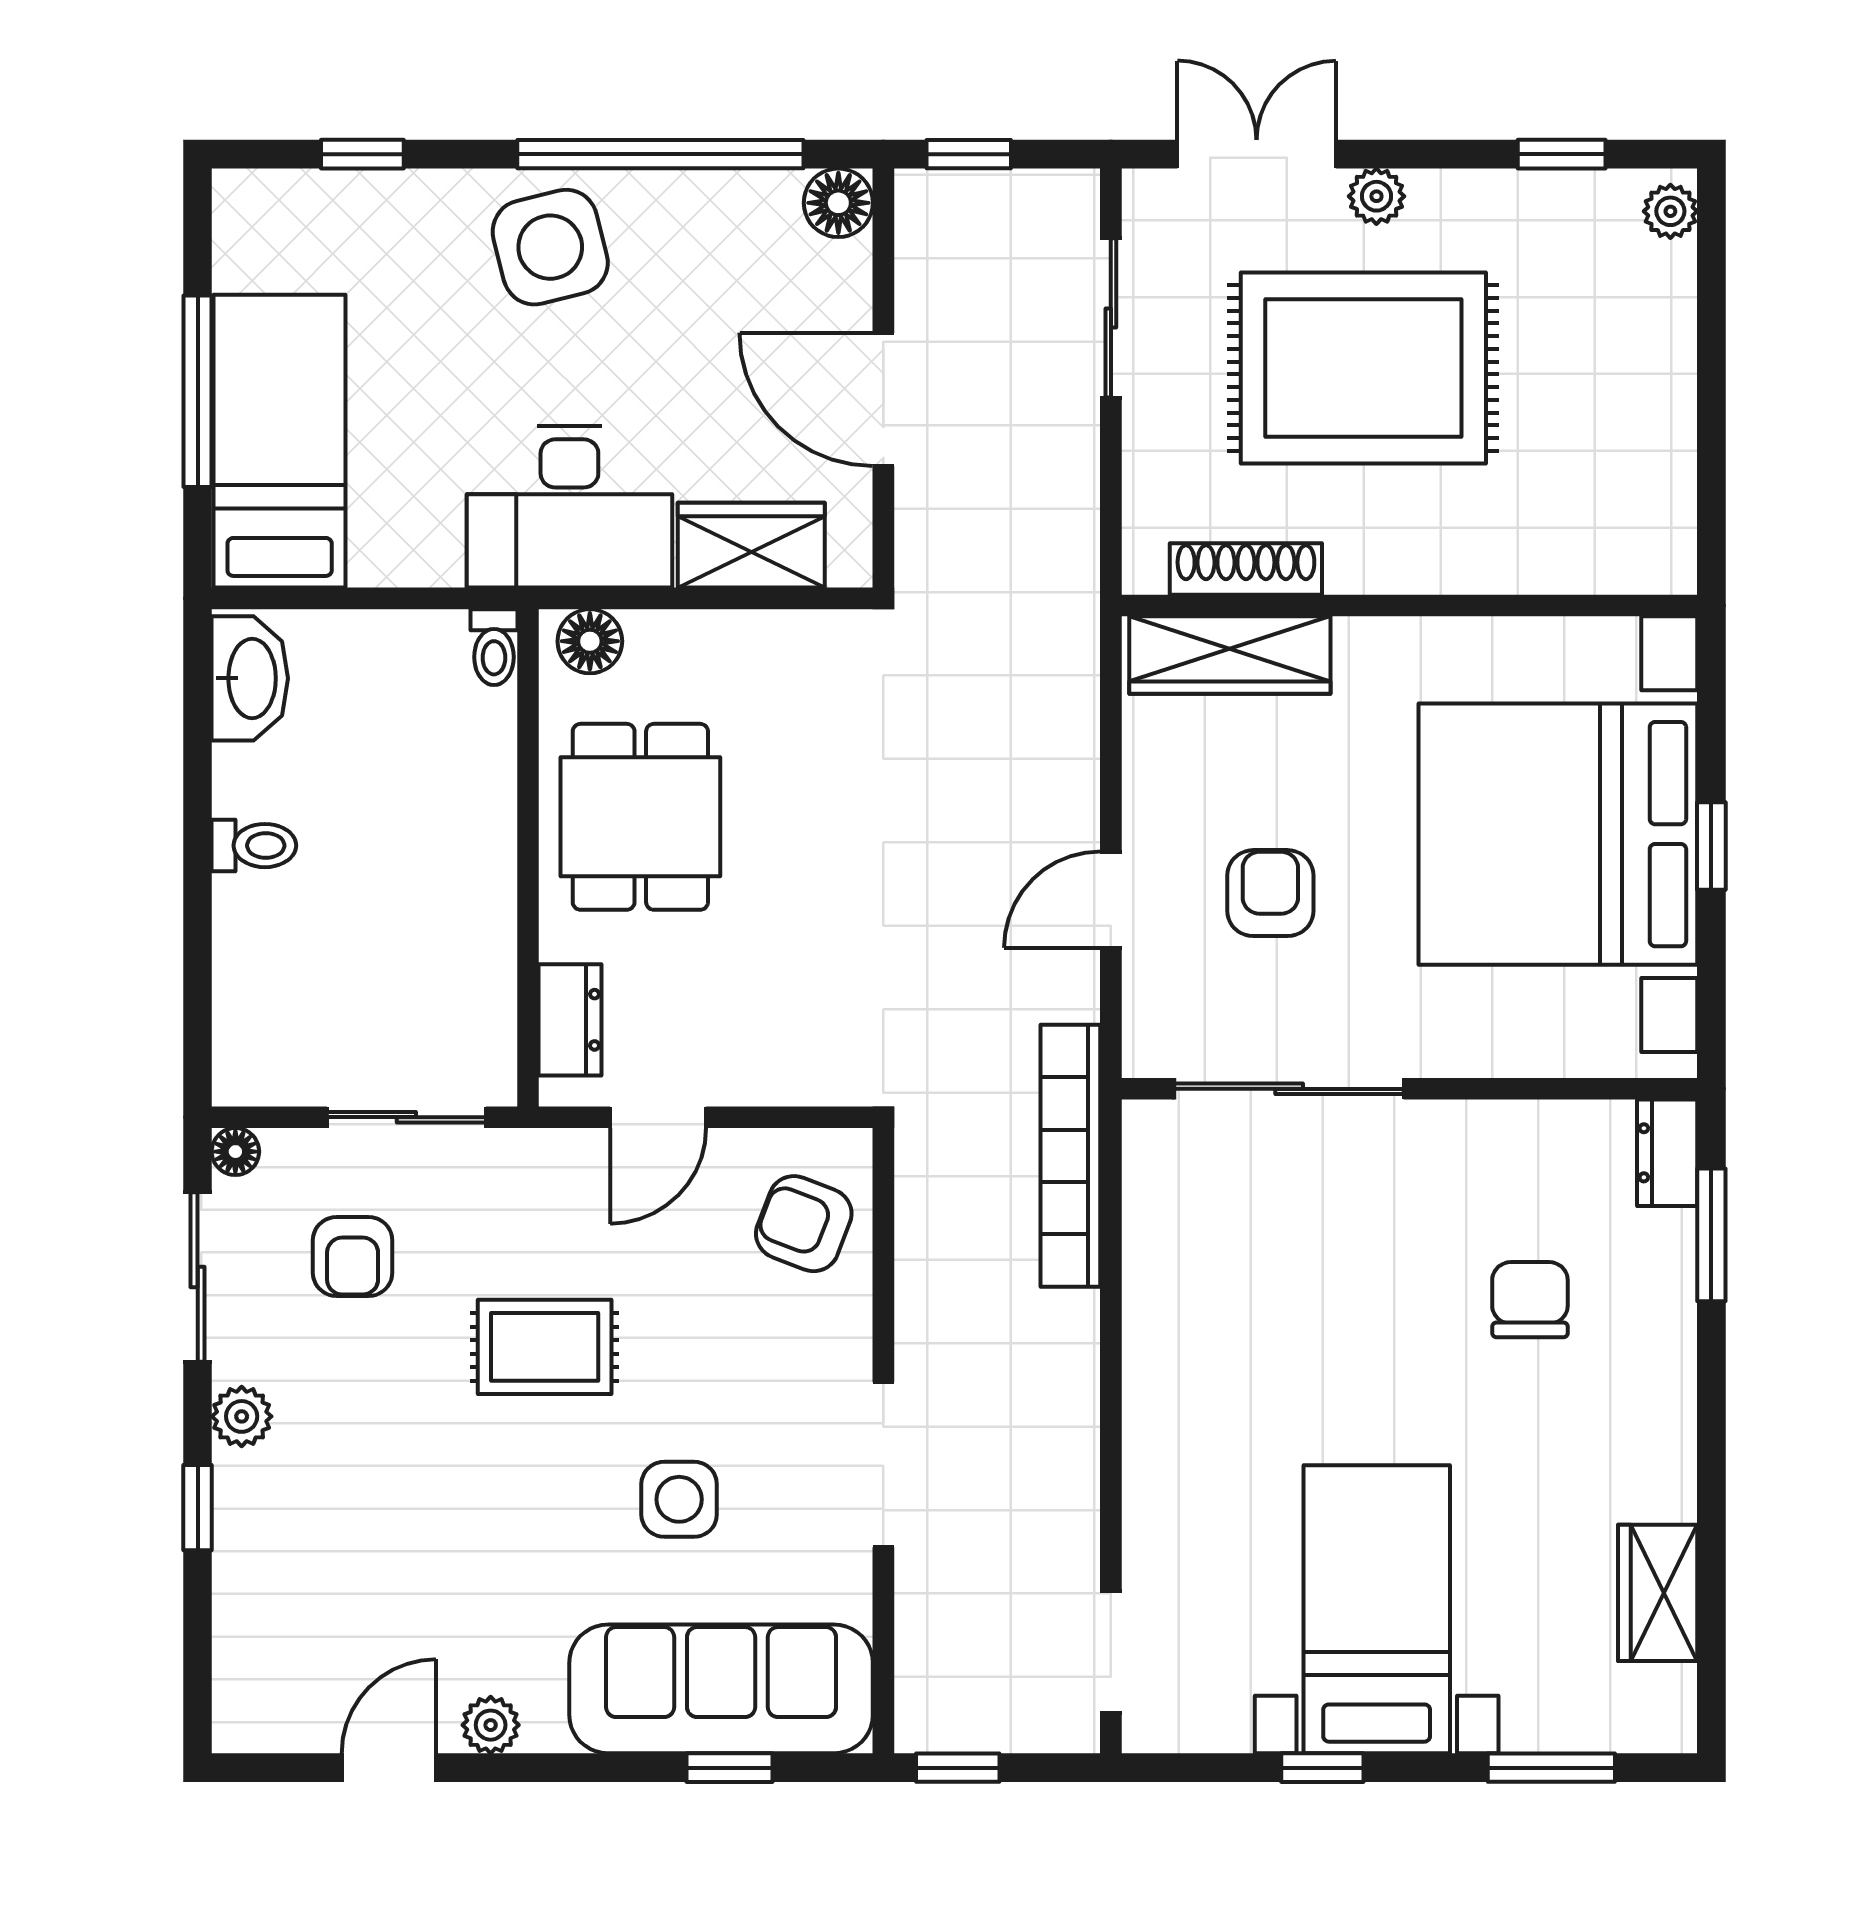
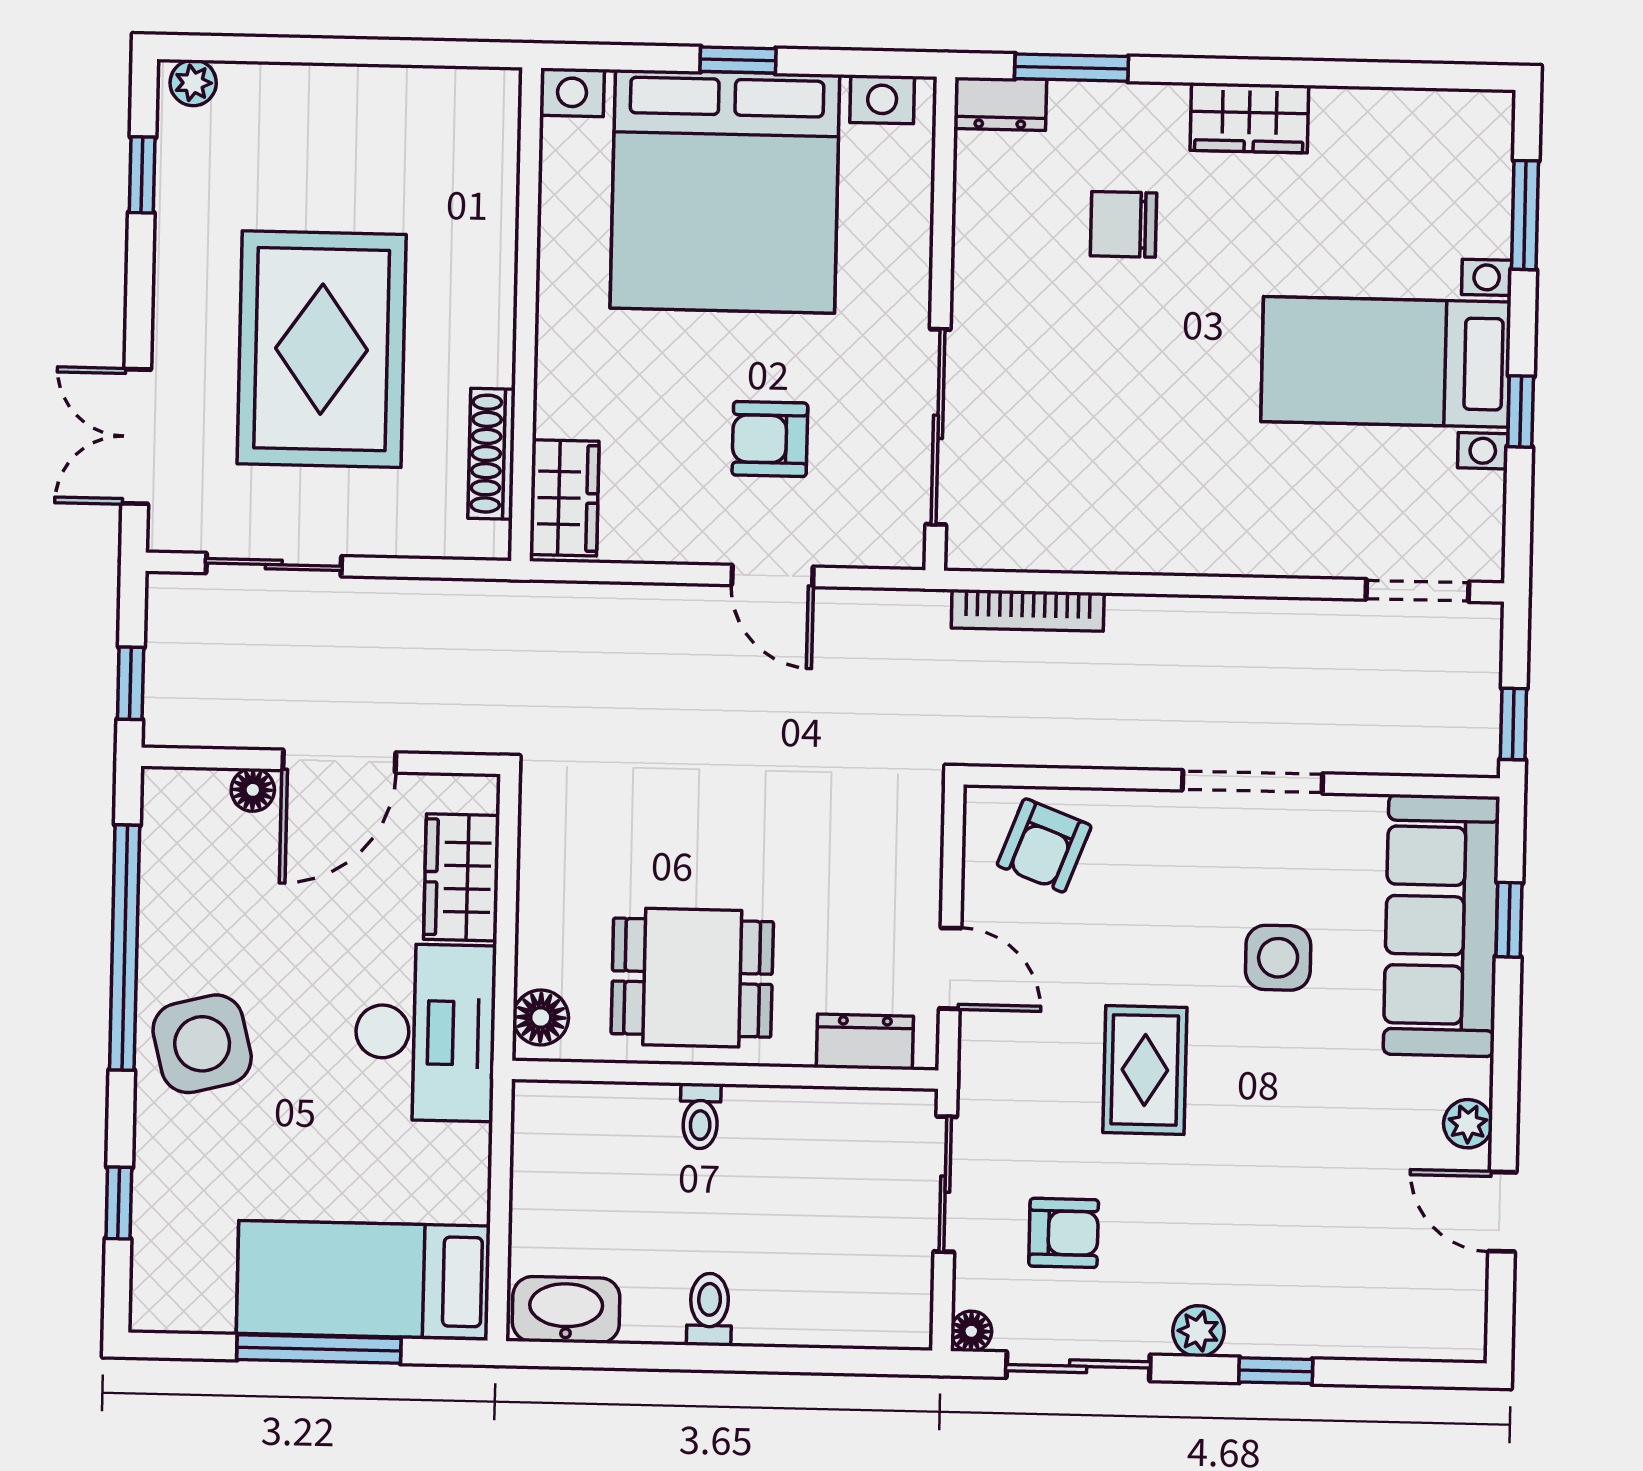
plant: (1376, 196) -> (175, 335), removed
floor lamp: (838, 203) -> (253, 790), moved, width x0.73, depth x0.73
toilet: (494, 647) -> (700, 1116), moved, turned 90
wardrobe: (1230, 655) -> (564, 498), width x0.67
bookcase: (1070, 1156) -> (1028, 610), width x0.68, depth x0.76
wardrobe: (1658, 1593) -> (1249, 118), moved

